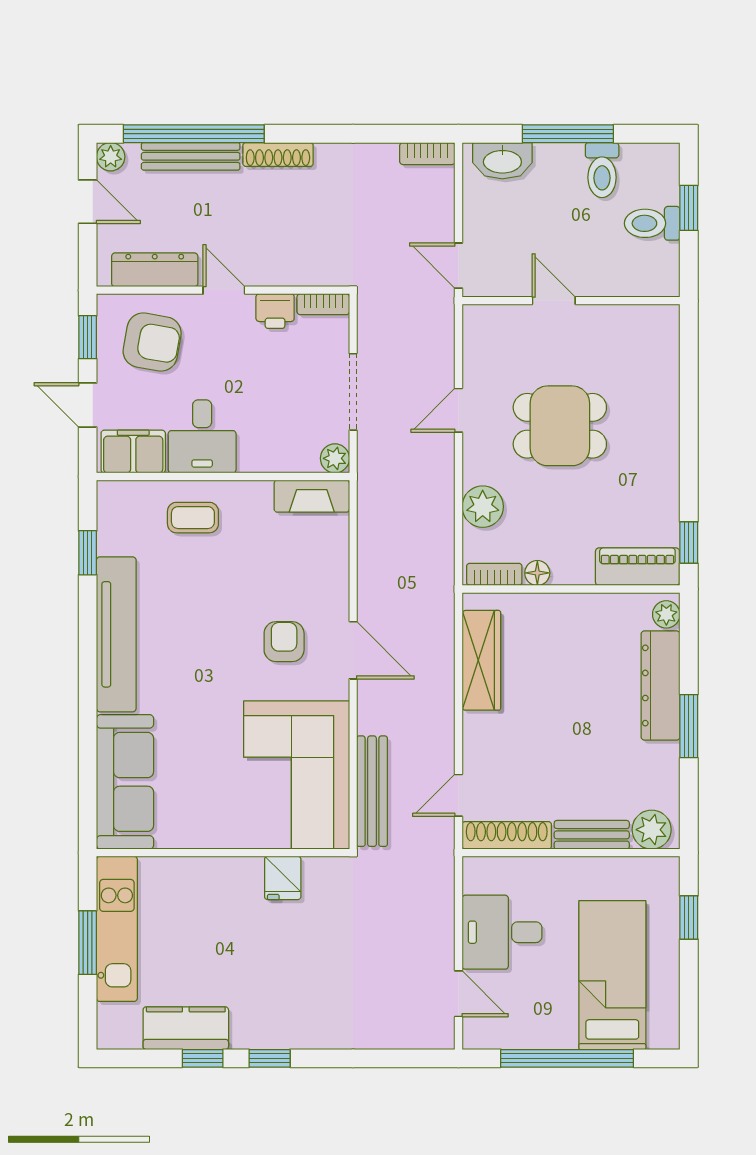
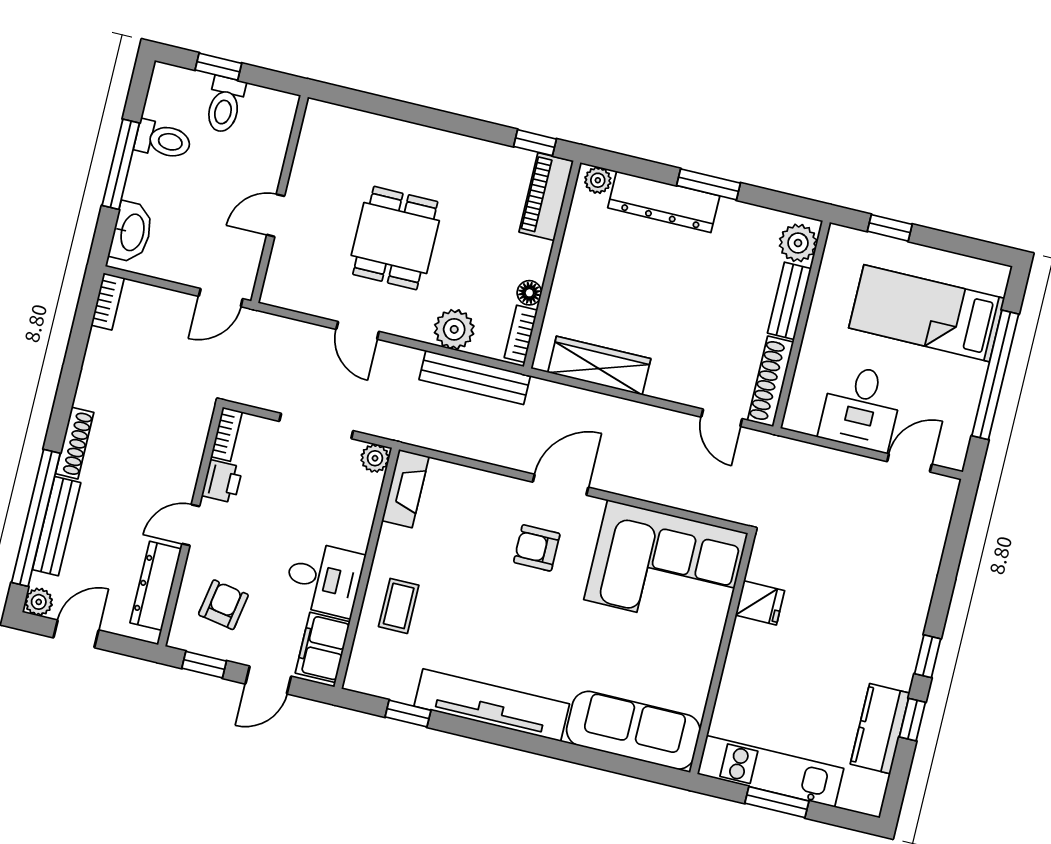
armchair: (152, 342) -> (223, 605), width x0.72, depth x0.72
bench: (372, 791) -> (475, 378), moved

